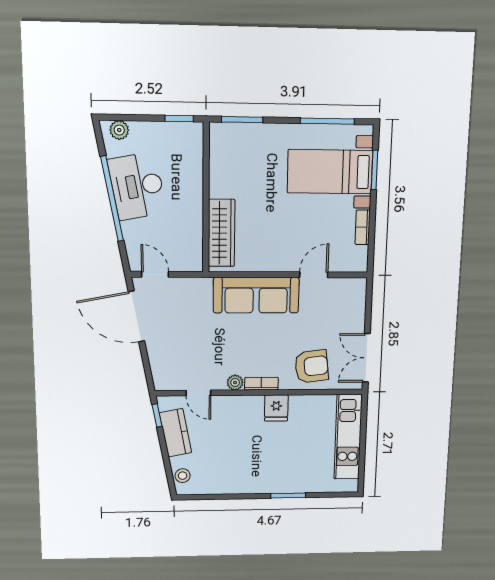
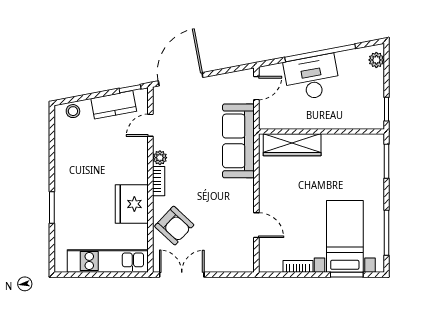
desk: (137, 186) -> (312, 78), moved
sofa: (256, 295) -> (238, 141), moved
door: (136, 316) -> (181, 79), moved
armchair: (312, 366) -> (174, 226), turned -40
fridge: (276, 408) -> (132, 204), width x1.88, depth x1.34

